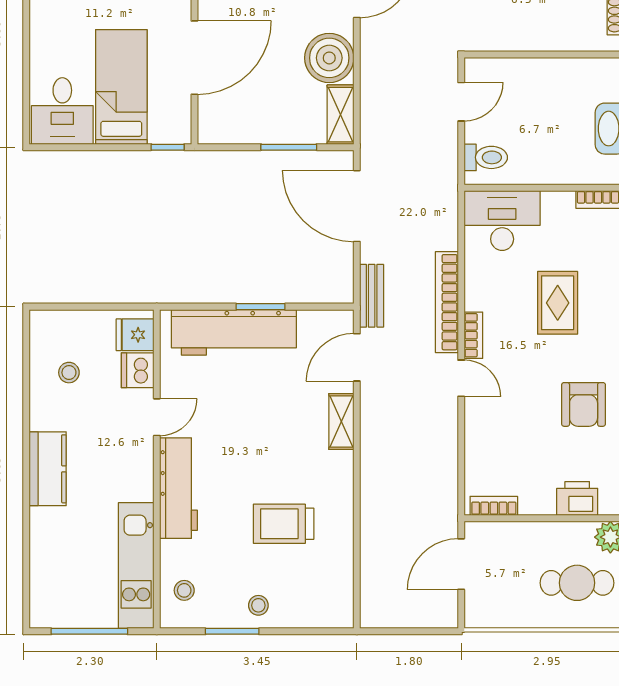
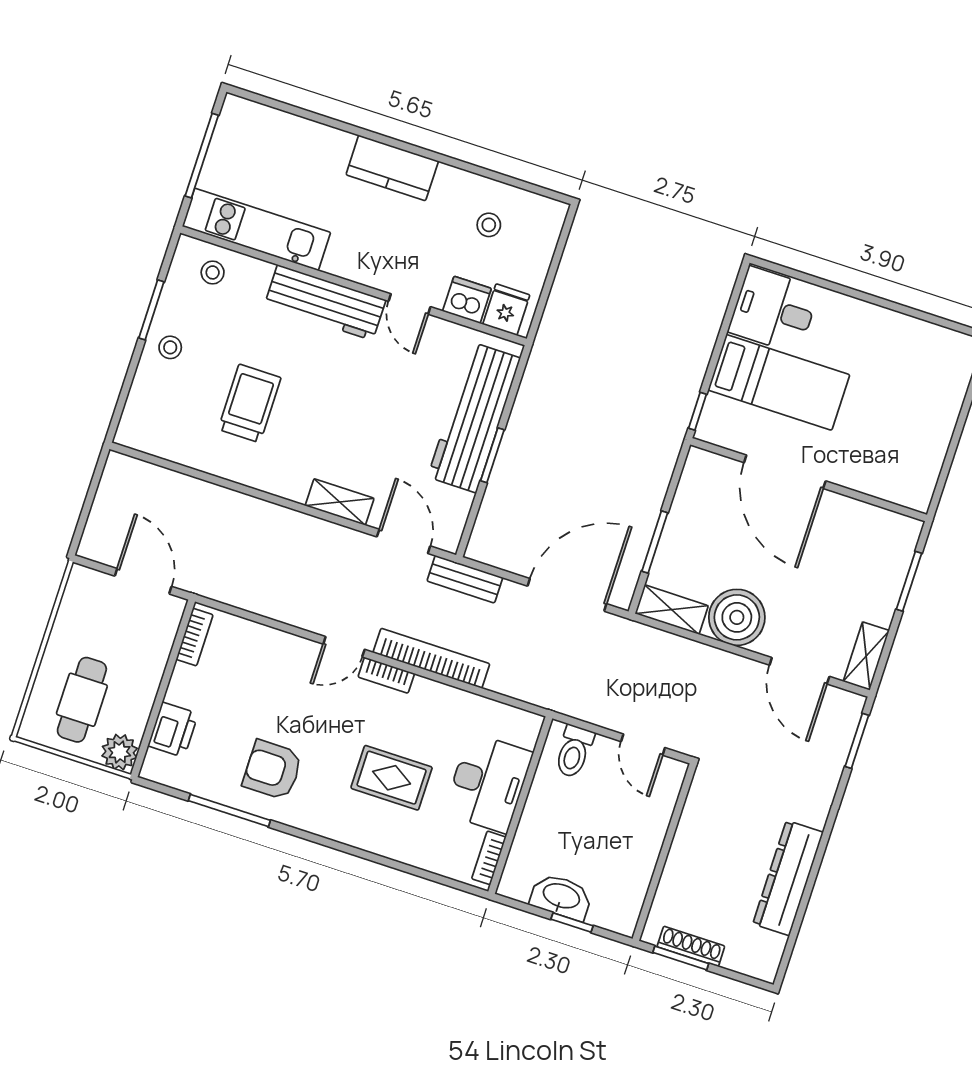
desk: (502, 221) -> (488, 783), moved

